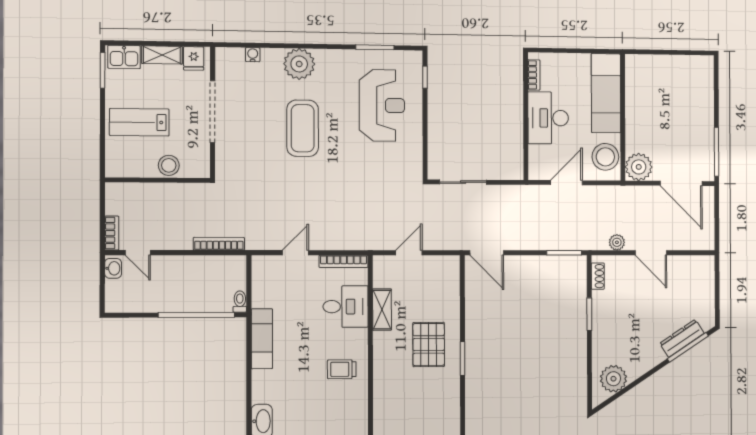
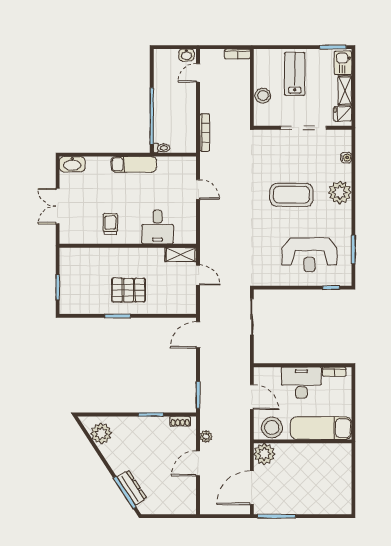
bookcase: (112, 233) -> (237, 54), moved
bookcase: (344, 261) -> (192, 226), removed
shelving: (382, 310) -> (181, 255), moved

